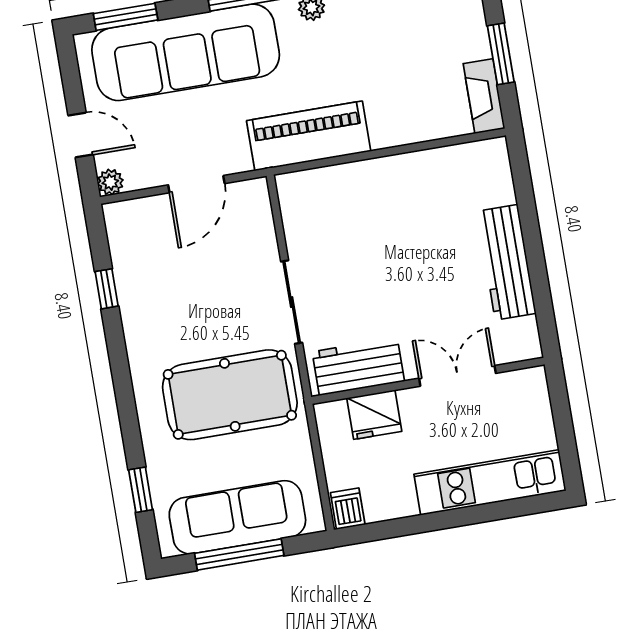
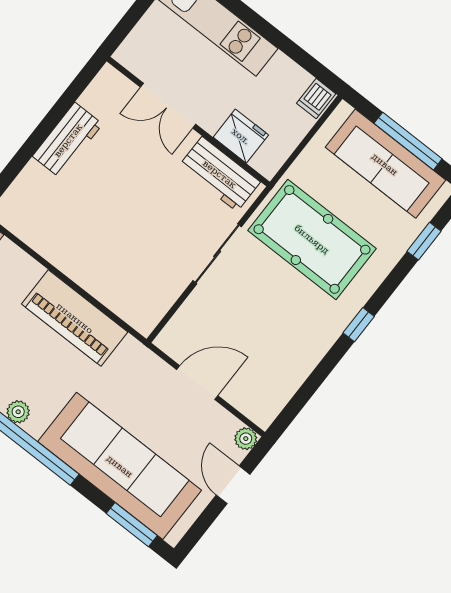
piano: (309, 136) -> (75, 318), moved
workbench: (506, 262) -> (68, 140), width x0.73
window: (107, 289) -> (359, 325), moved

